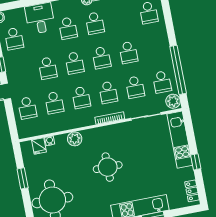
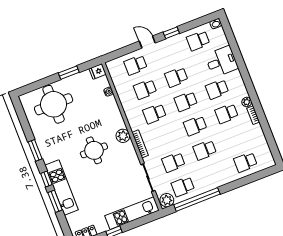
school desk: (108, 92) -> (164, 138), removed
plant: (75, 139) -> (123, 136), moved
fridge: (39, 146) -> (98, 71), moved

